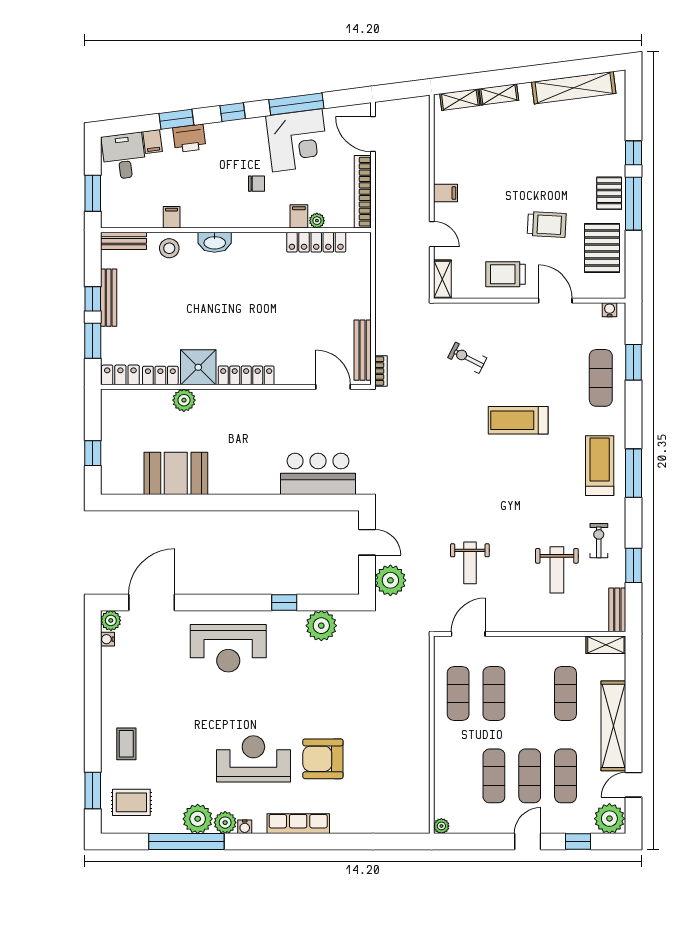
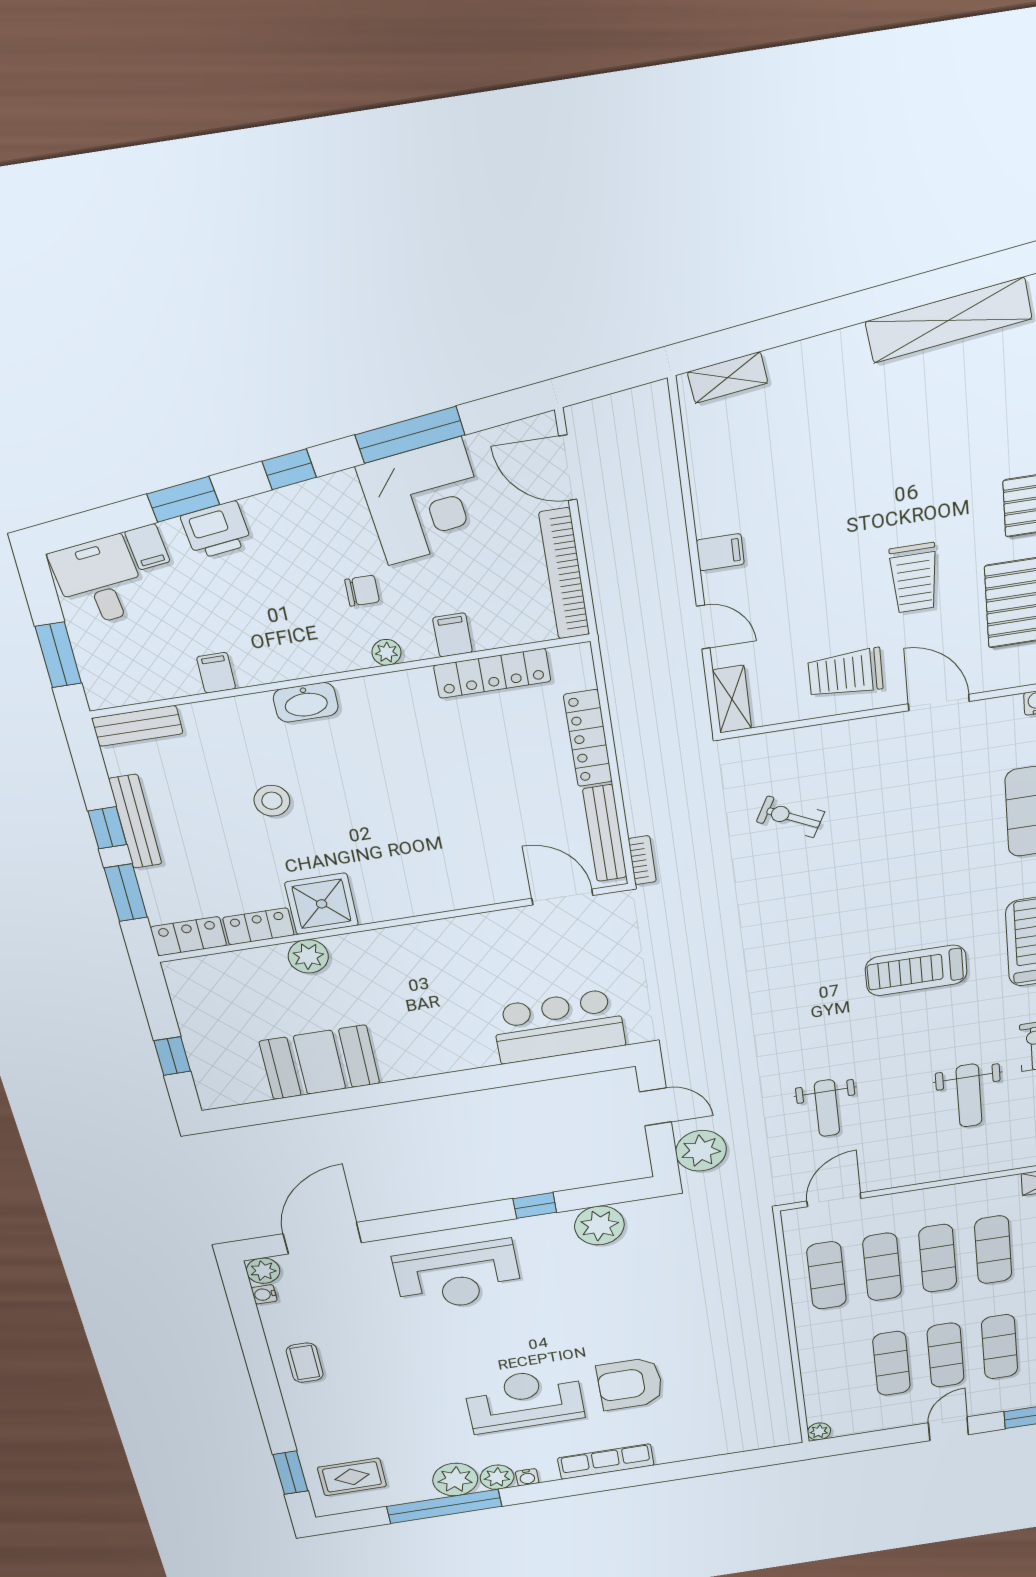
shelving: (499, 94) -> (803, 356), removed
plant: (317, 221) -> (386, 652), moved
trolley: (547, 225) -> (914, 578), turned 87
stool: (169, 248) -> (272, 801), moved
locker: (246, 375) -> (588, 738), moved, turned -90
treadmill: (518, 420) -> (916, 970), moved
exercise mat: (530, 693) -> (938, 1258), added
coffee table: (126, 744) -> (305, 1363), moved

